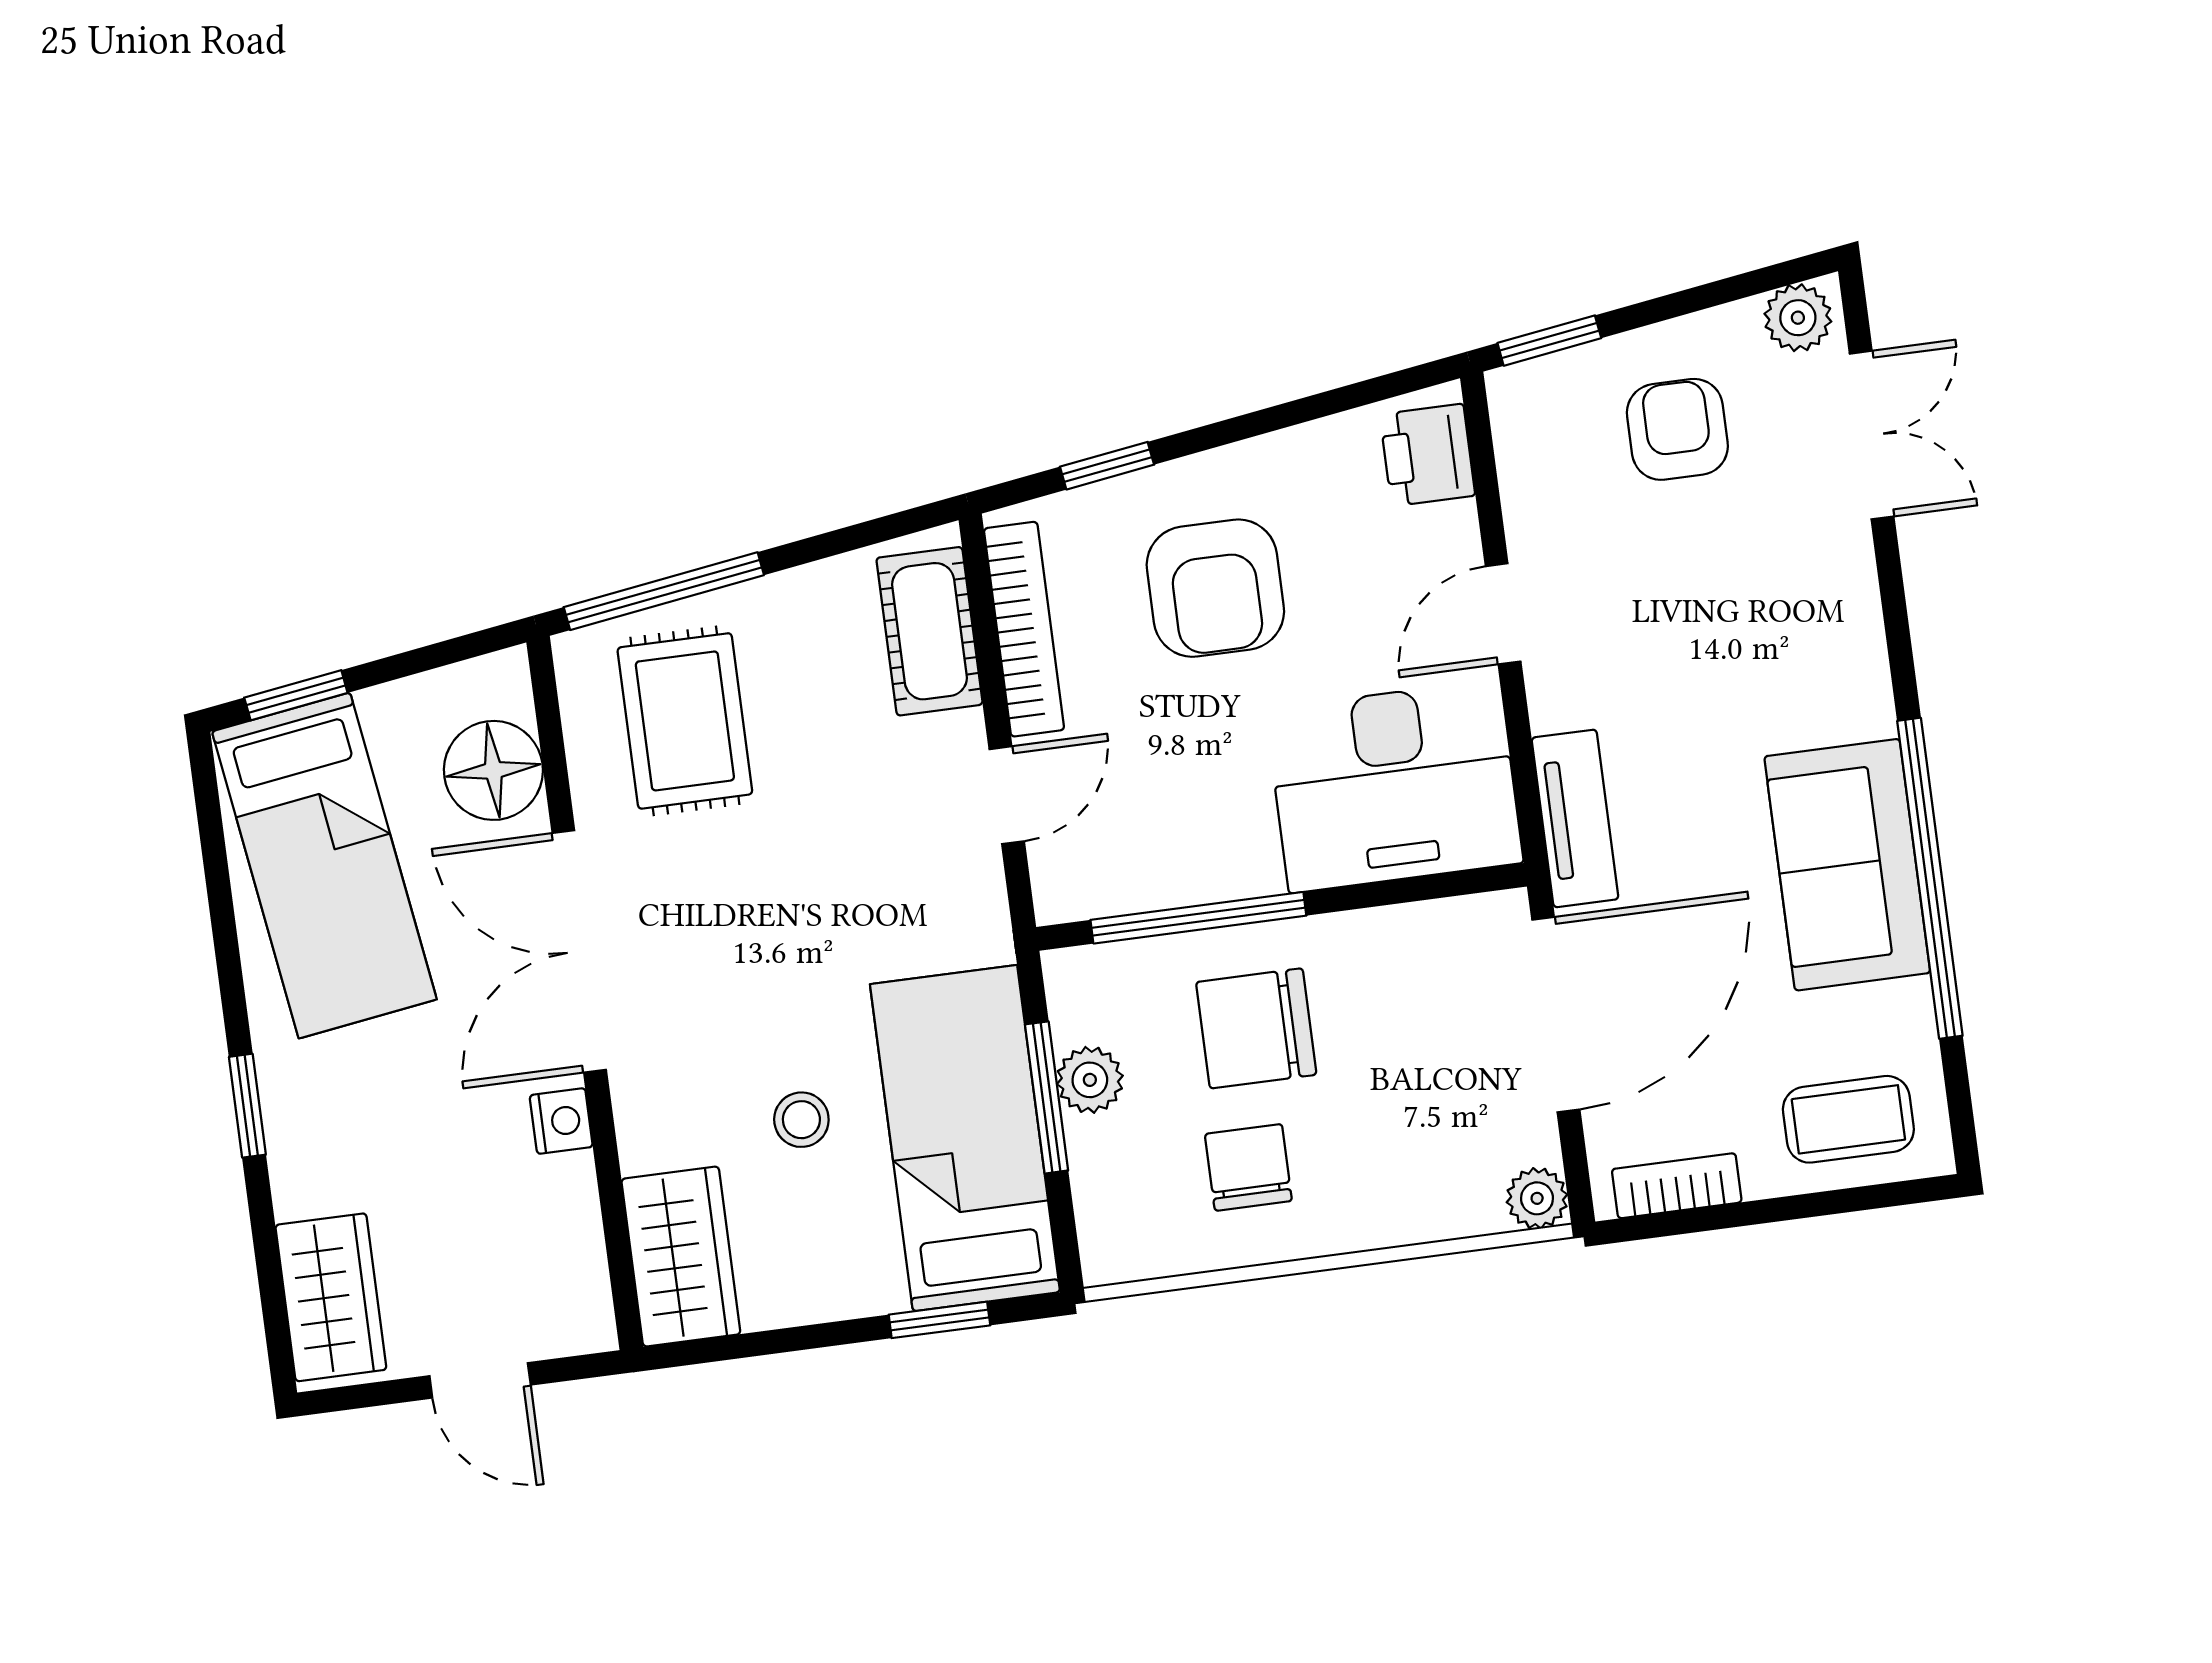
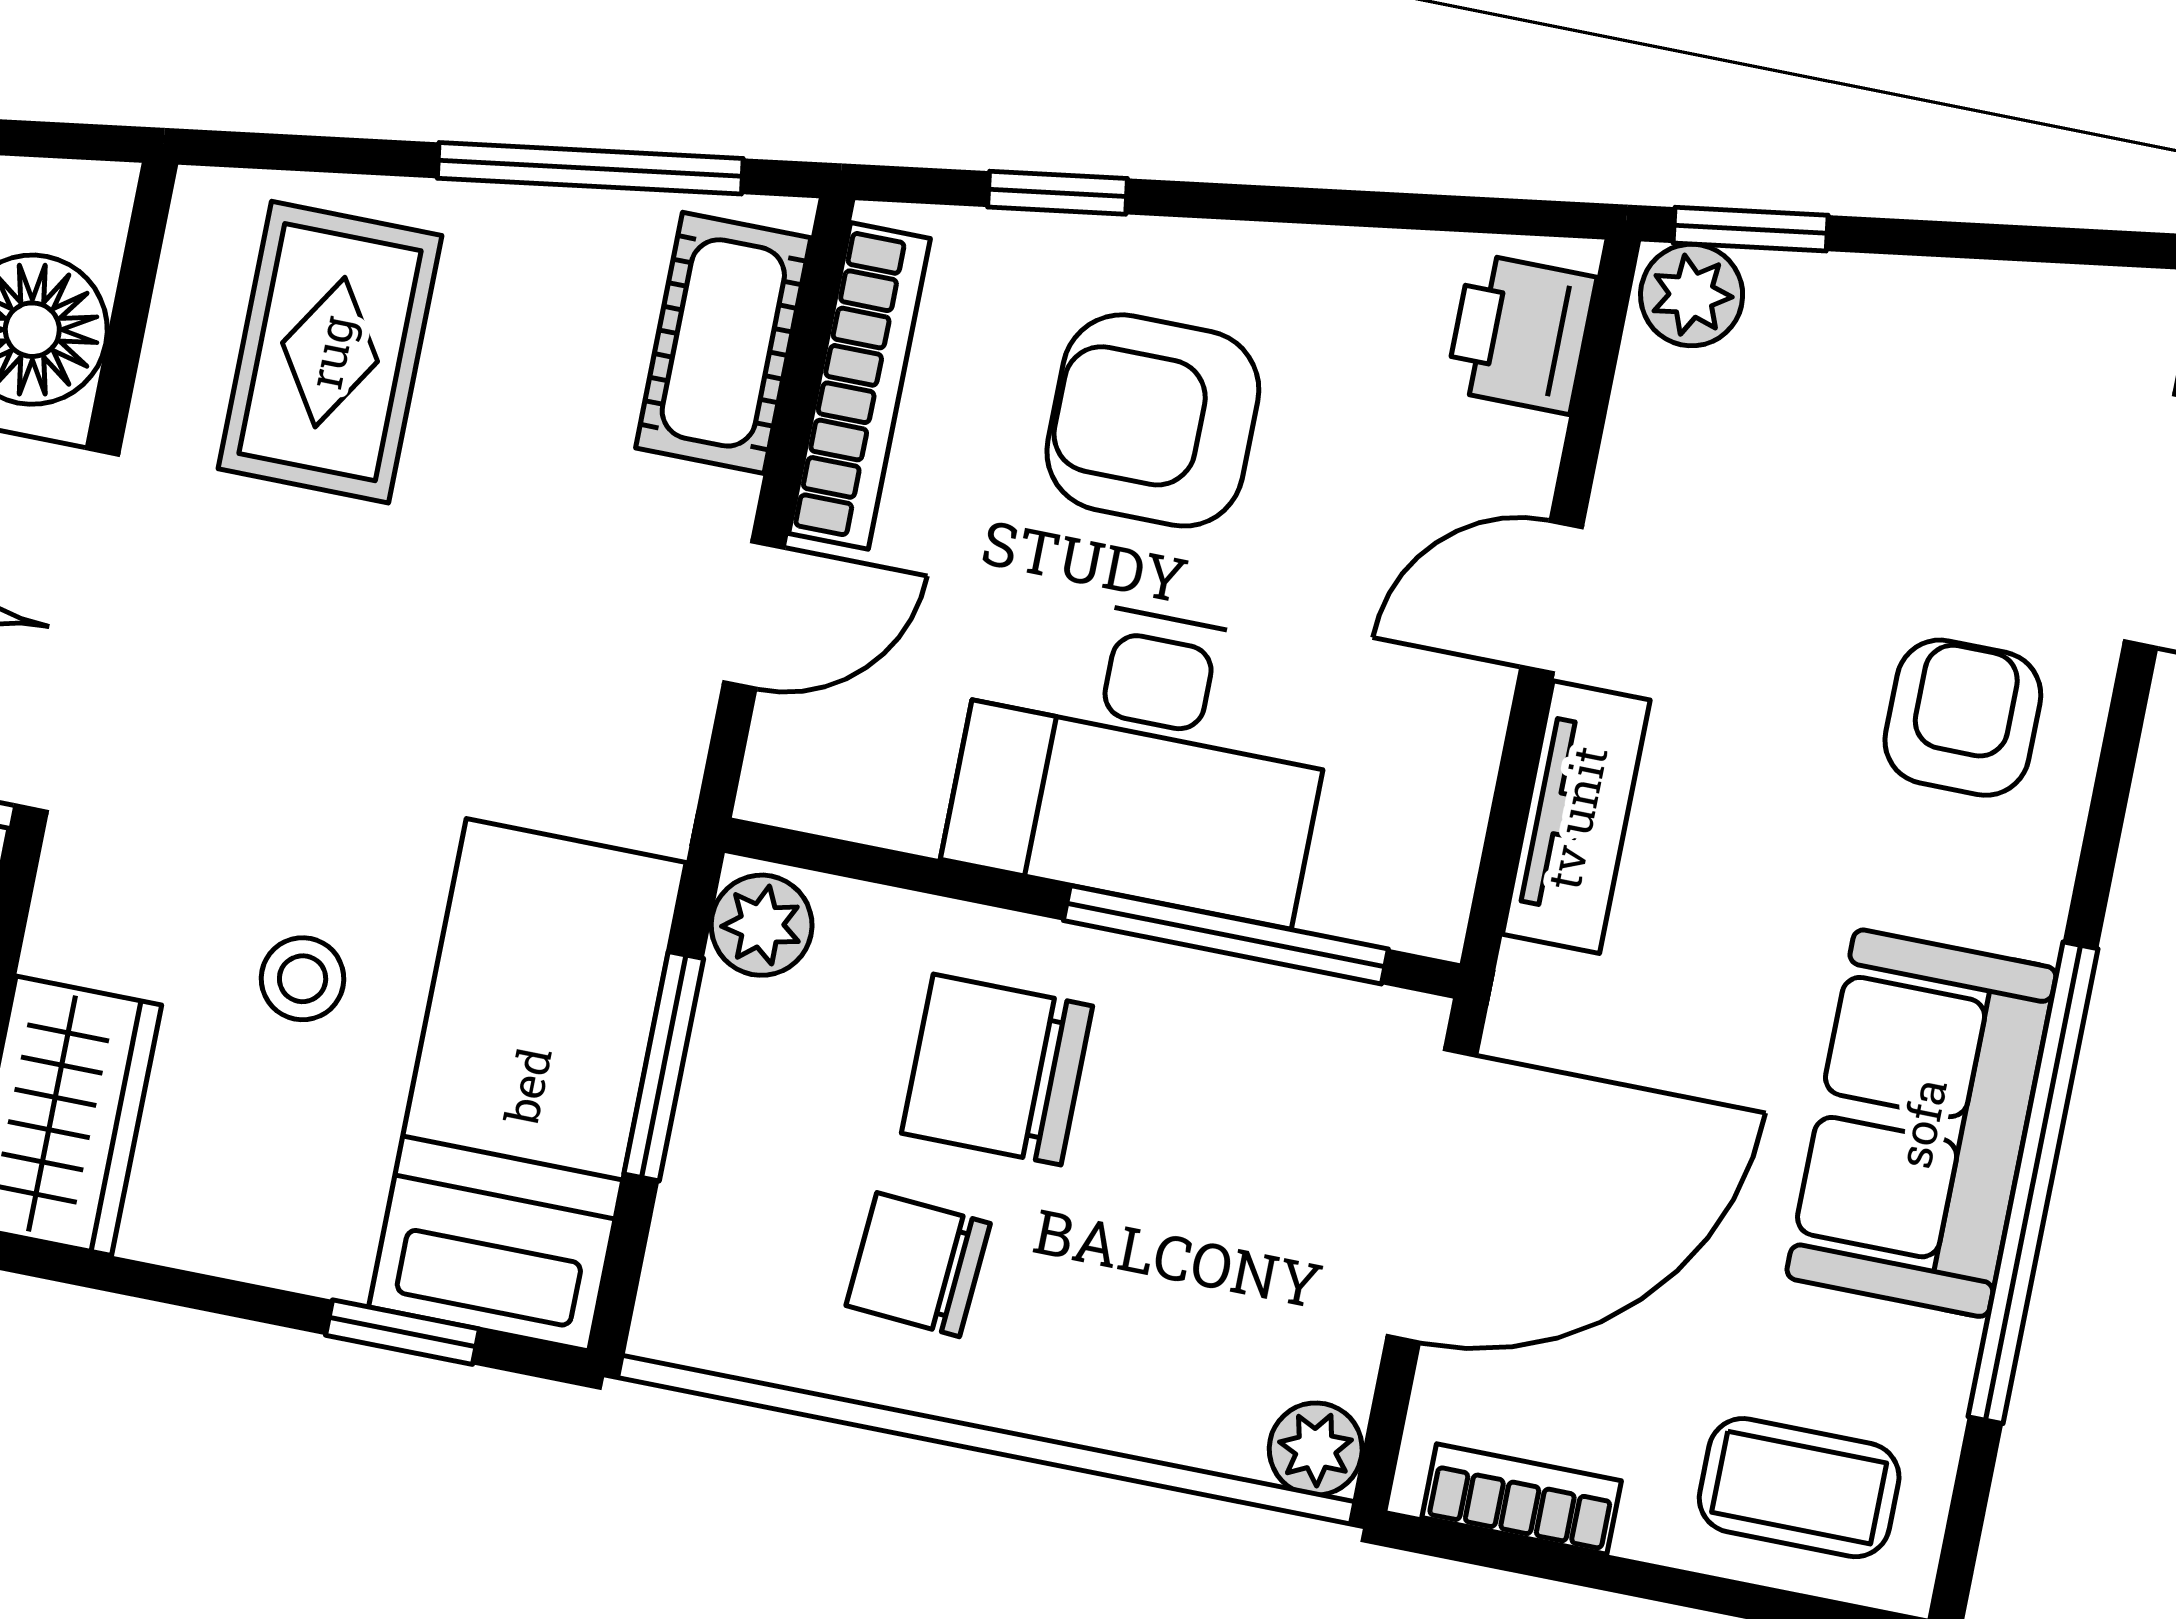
plant: (1798, 318) -> (1692, 295), moved
armchair: (1677, 429) -> (1963, 718), moved
armchair: (1215, 588) -> (1153, 420), turned 90
window: (664, 591) -> (590, 168), moved
desk: (1394, 786) -> (1143, 757), moved
tv unit: (1575, 818) -> (1576, 817), moved
window: (1198, 918) -> (1226, 935), moved
plant: (1090, 1080) -> (762, 925), moved
chair: (1248, 1167) -> (918, 1265), turned -86

